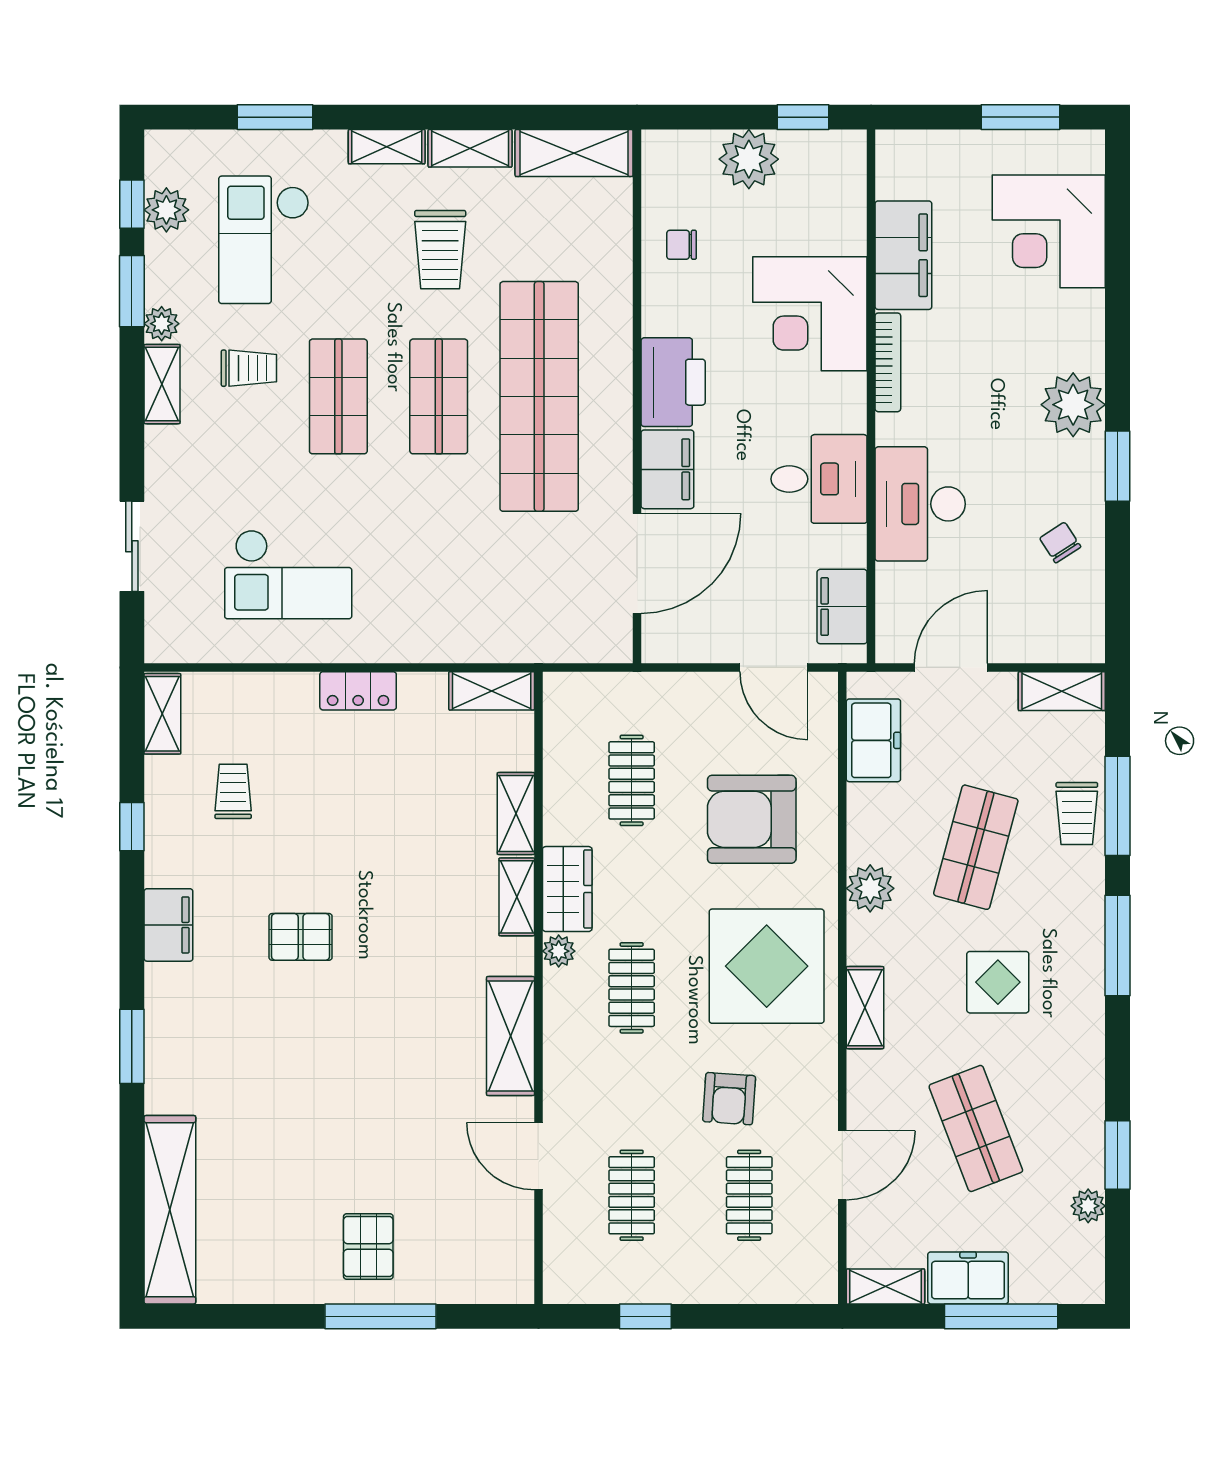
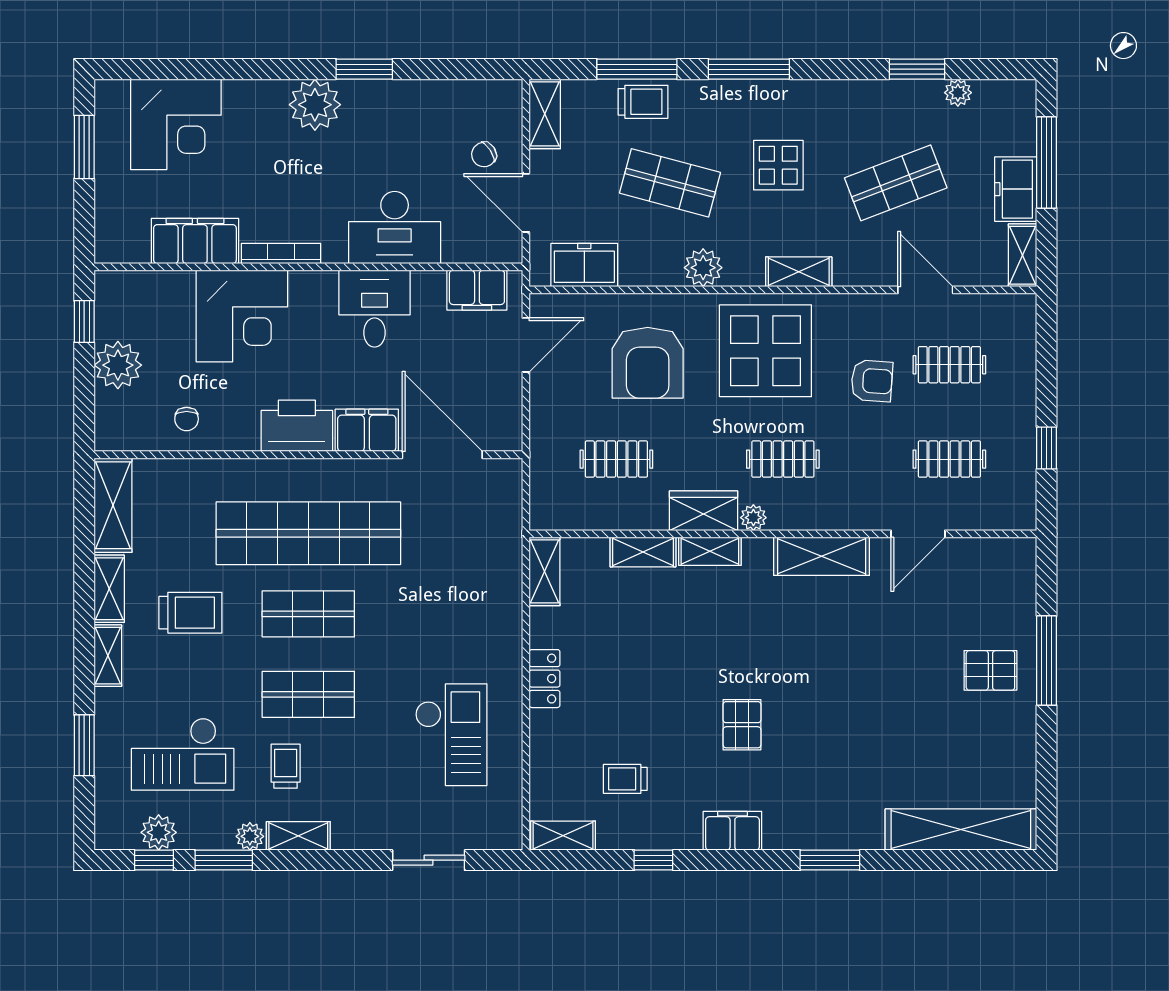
chair: (1060, 543) -> (484, 155), moved

